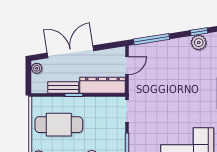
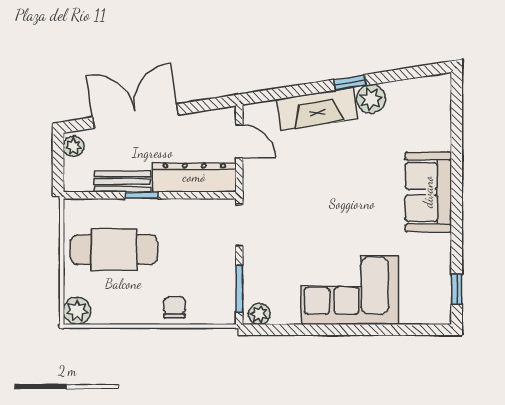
window: (199, 32) -> (350, 82), moved
window: (151, 39) -> (284, 93), removed
fireplace: (169, 48) -> (317, 109), added
door: (127, 66) -> (239, 141), hinge flipped

